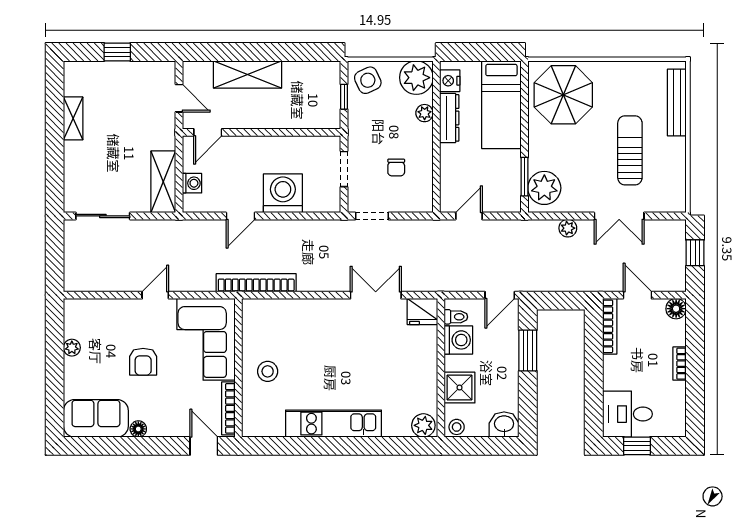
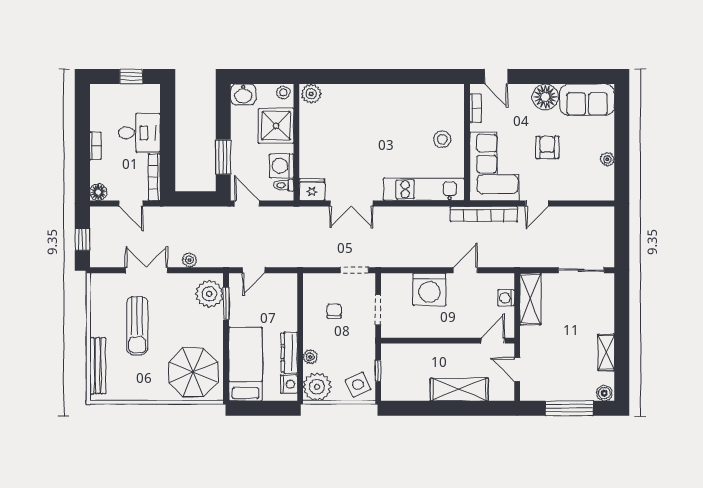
window: (117, 52) -> (569, 408), width x2.17
boiler: (75, 70) -> (604, 393), added
door: (469, 216) -> (254, 270), moved
bookcase: (256, 283) -> (484, 214), moved
door: (500, 295) -> (247, 203), hinge flipped
shower: (460, 388) -> (276, 126), width x1.36, depth x1.36
bookcase: (228, 408) -> (475, 108), width x0.64
desk: (627, 414) -> (139, 133), moved
kitchen unit: (333, 424) -> (424, 189), moved, turned 180
floor lamp: (138, 429) -> (545, 97), width x1.89, depth x1.89

